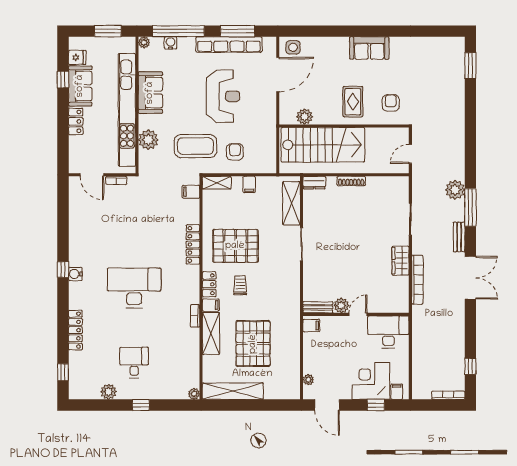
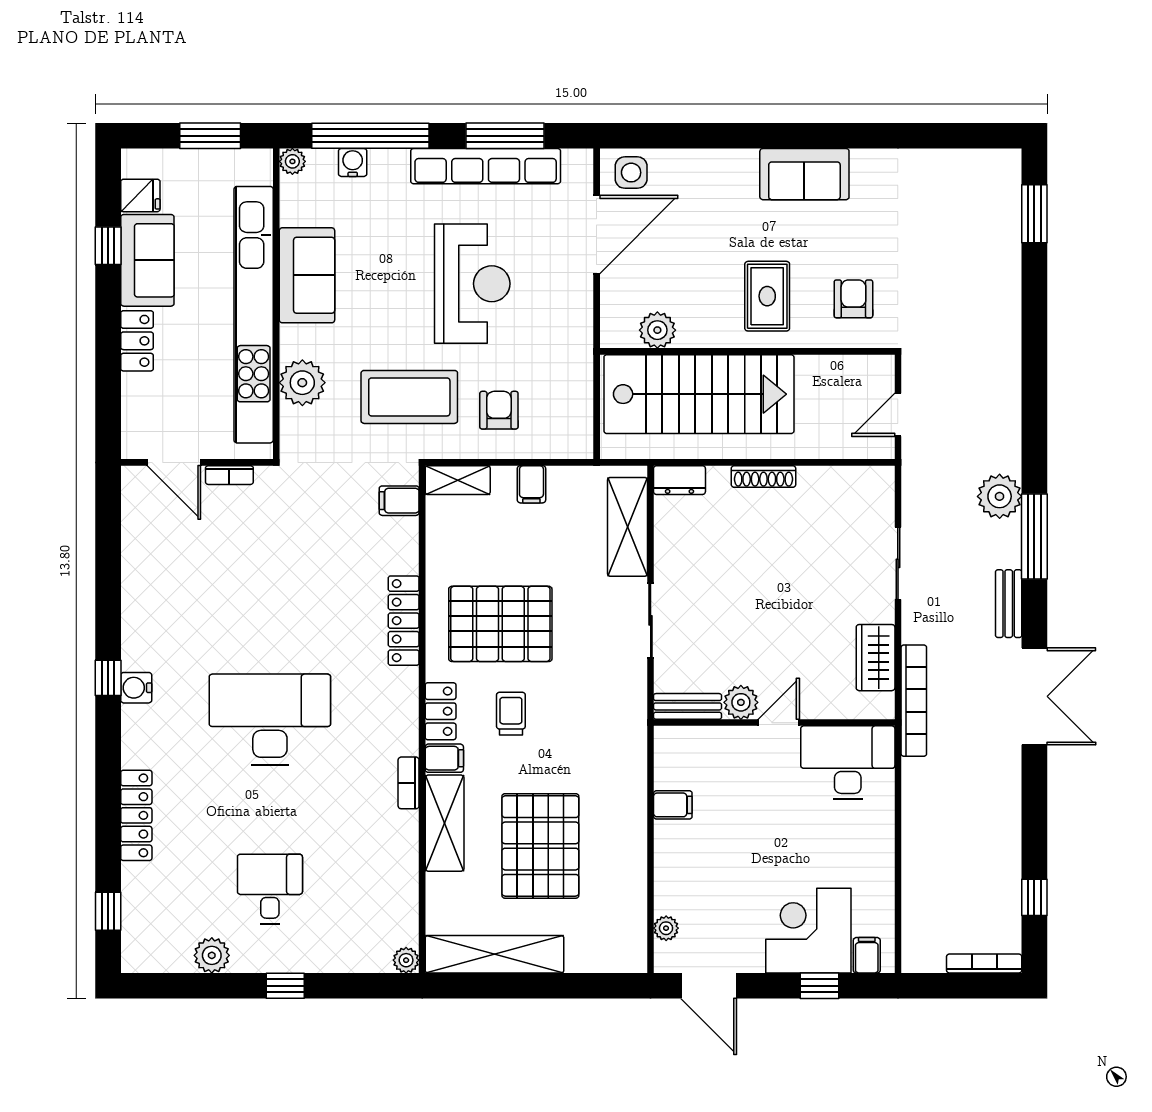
plant: (341, 306) -> (741, 702), moved
bench: (318, 307) -> (688, 706), moved
wall: (356, 314) -> (774, 723), moved
door: (358, 314) -> (779, 723), moved
desk: (388, 332) -> (848, 763), moved

